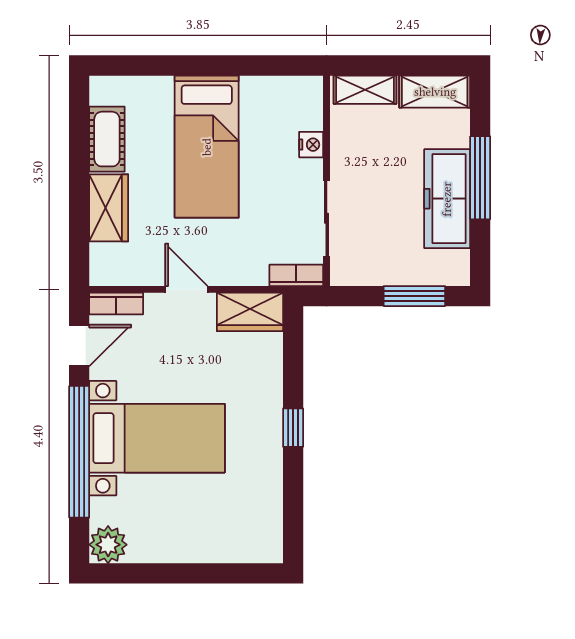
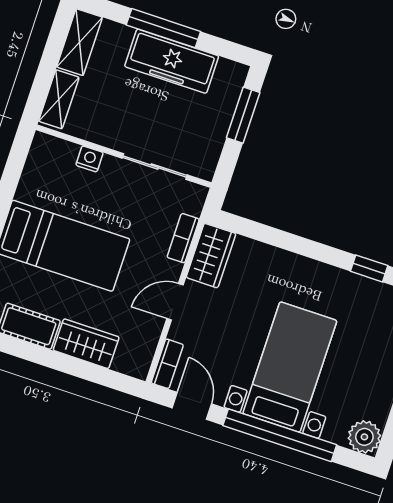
bookcase: (296, 275) -> (183, 238), moved
window: (293, 428) -> (369, 268), moved

